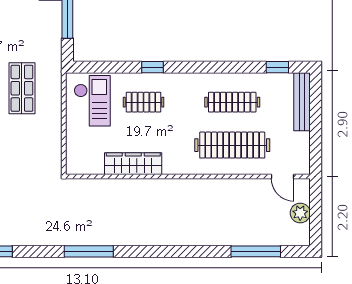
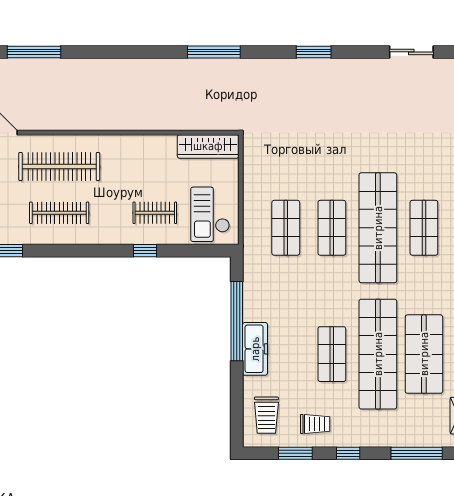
wardrobe: (133, 164) -> (208, 146), moved

